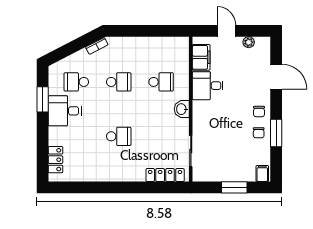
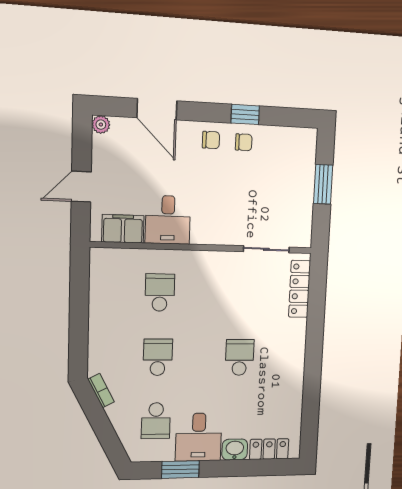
plant: (249, 42) -> (101, 125), moved
door: (276, 77) -> (157, 109), swing flipped
washbasin: (182, 109) -> (235, 449), moved, turned 180
window: (276, 133) -> (245, 115), width x0.67
filing cabinet: (262, 173) -> (305, 140), removed

